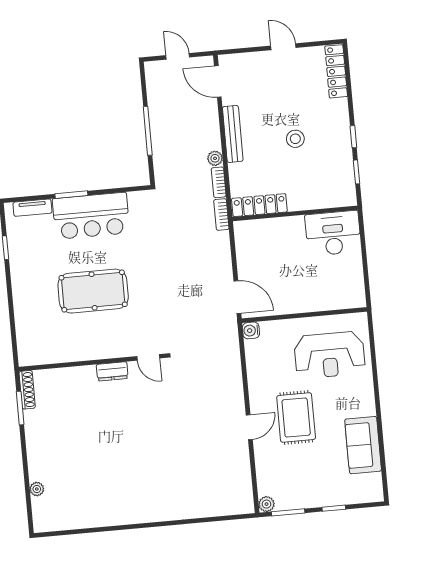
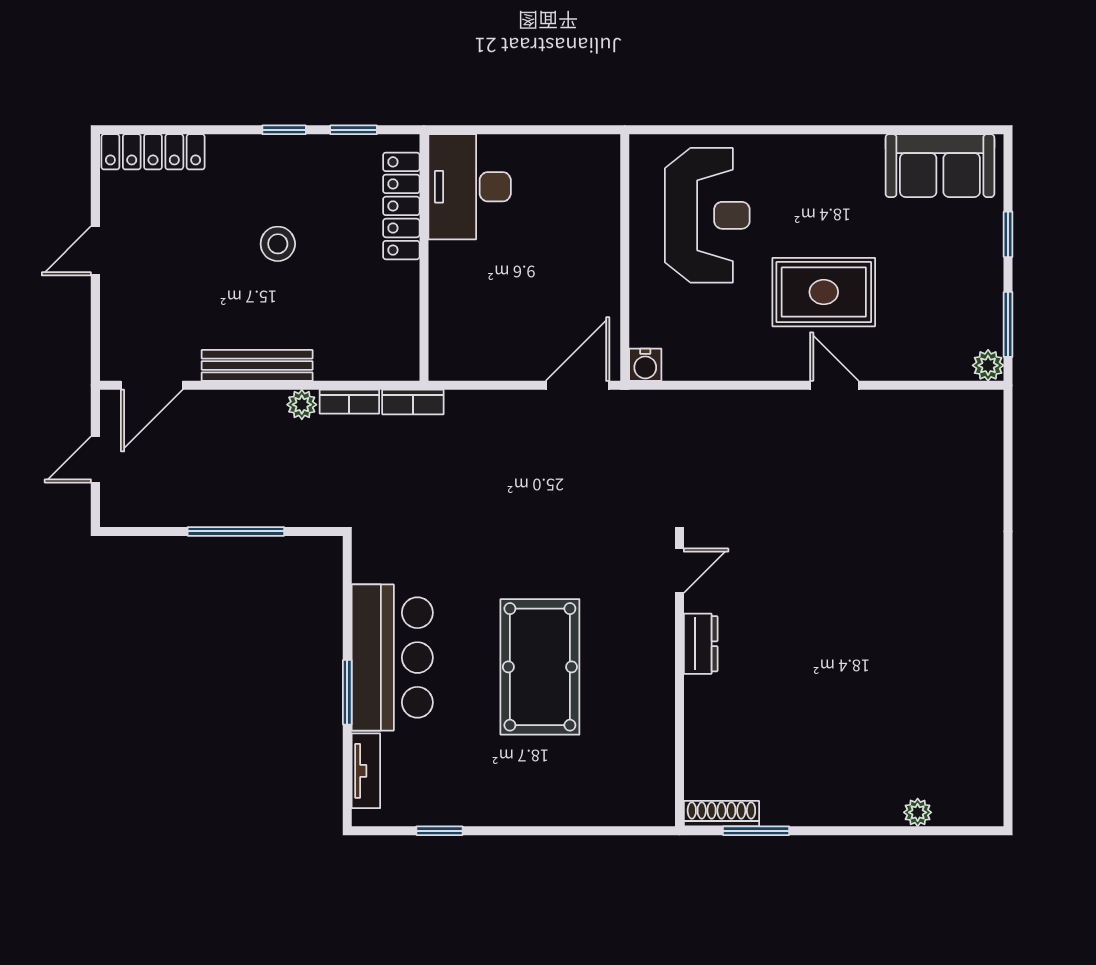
locker: (259, 205) -> (401, 206), moved
sofa: (363, 445) -> (940, 166), moved

